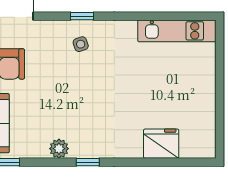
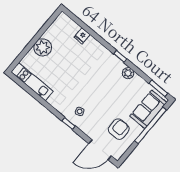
plant: (201, 88) -> (43, 47), added
fridge: (161, 144) -> (82, 36), width x0.53, depth x0.75

